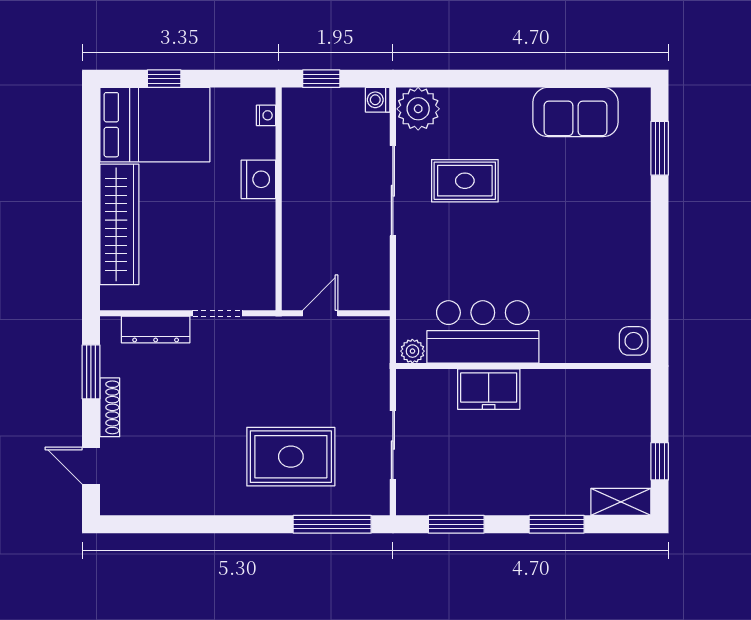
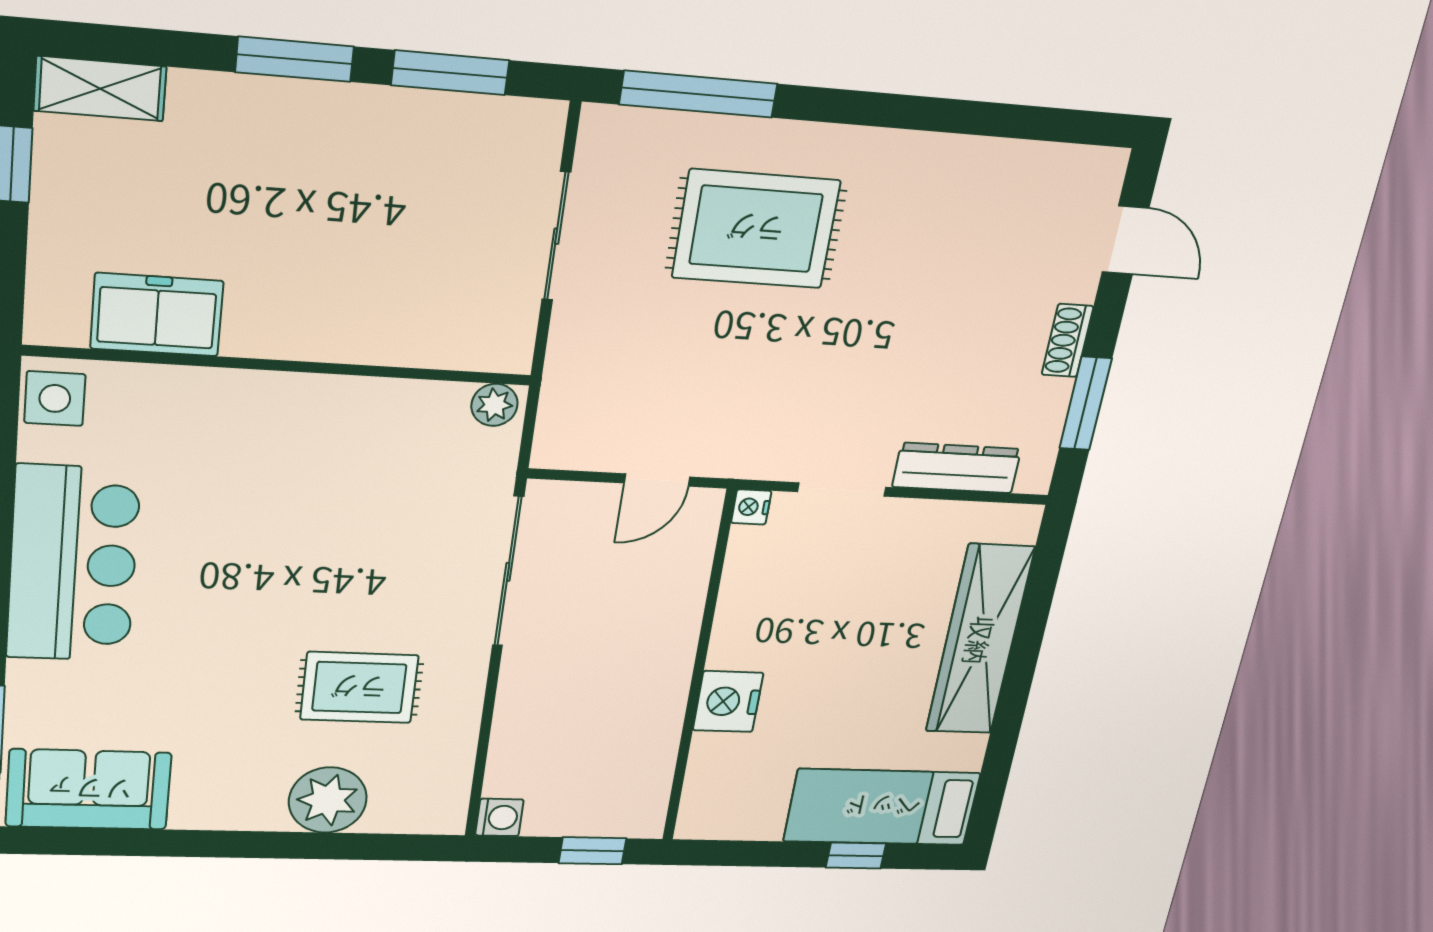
plant: (418, 109) -> (328, 800), moved
sofa: (576, 112) -> (89, 790), moved
nightstand: (266, 115) -> (751, 507), moved
bed: (155, 125) -> (882, 807), width x0.67
sliding door: (393, 191) -> (508, 572), moved
bar counter: (483, 332) -> (73, 564), moved, turned -90
freezer: (489, 389) -> (157, 315), moved
shoe rack: (110, 407) -> (1068, 341), width x0.70
window: (557, 524) -> (295, 59), moved

